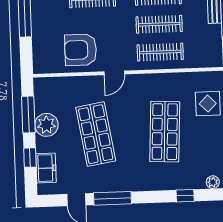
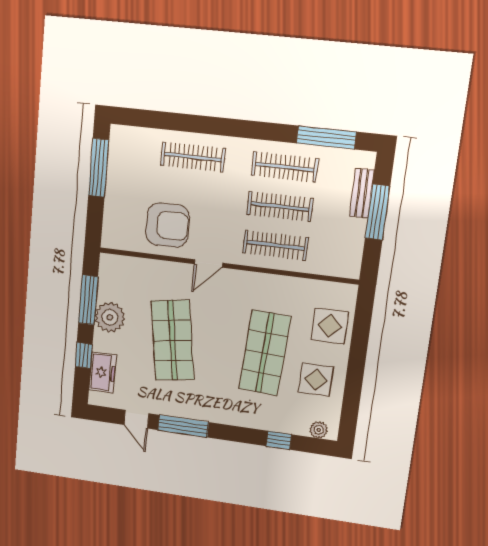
armchair: (81, 50) -> (168, 225), turned 180
display table: (205, 145) -> (316, 380), added

